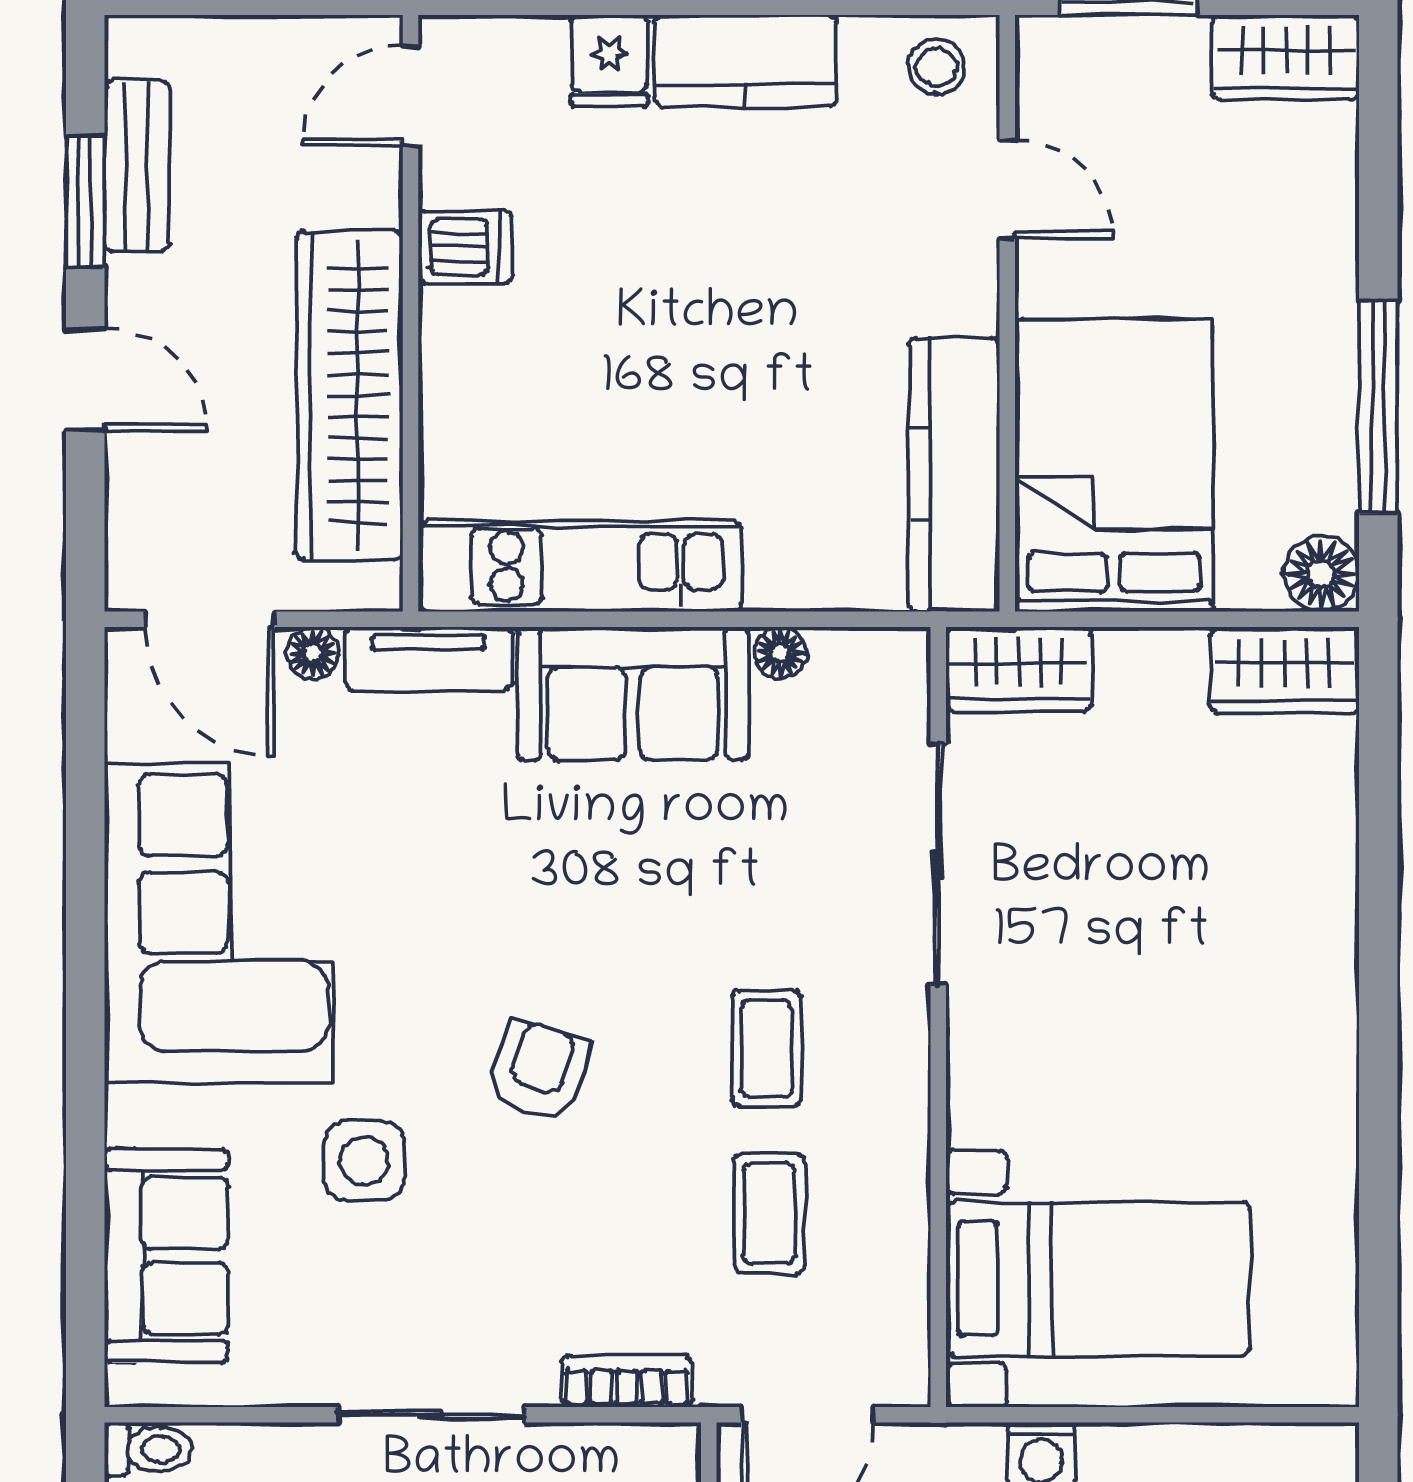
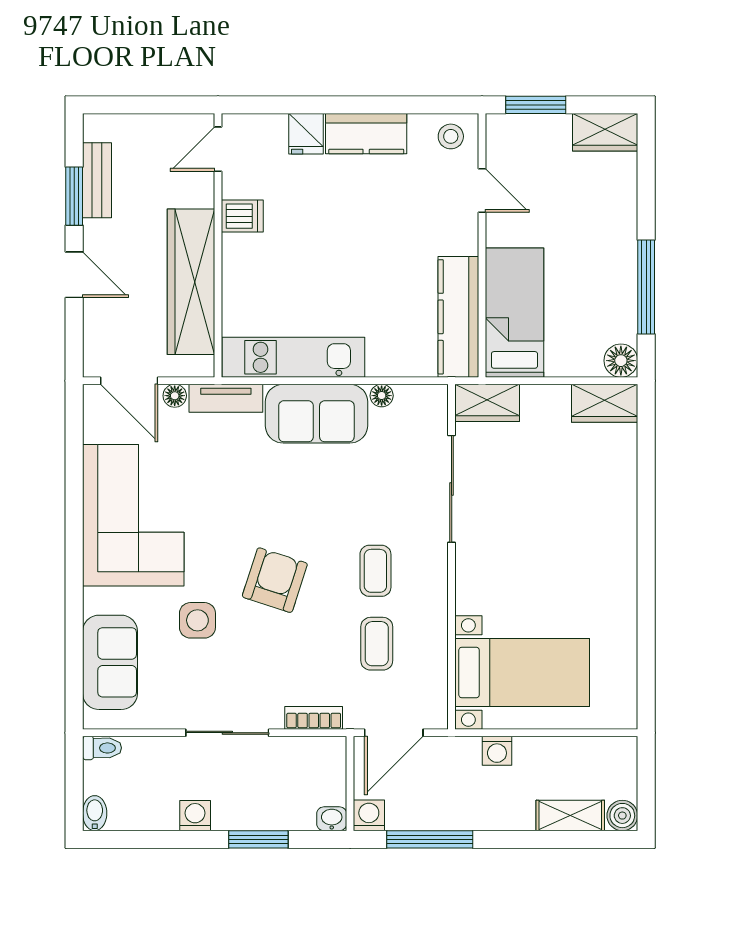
bed: (1114, 465) -> (514, 313), width x0.67
armchair: (539, 1070) -> (275, 580), width x1.38, depth x1.38

